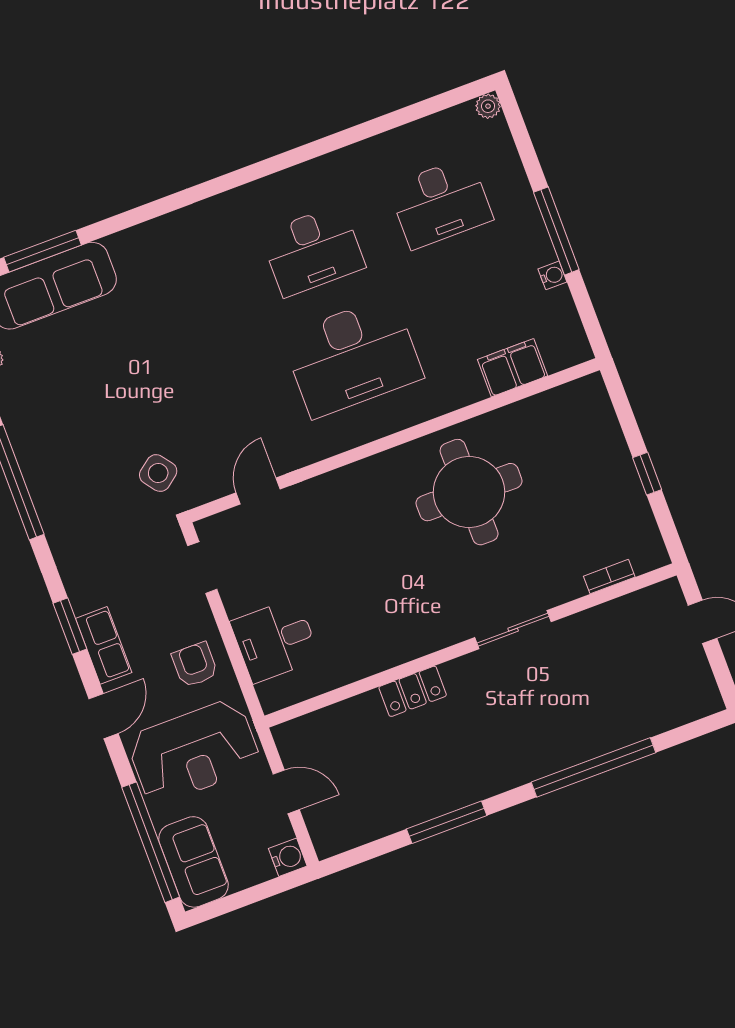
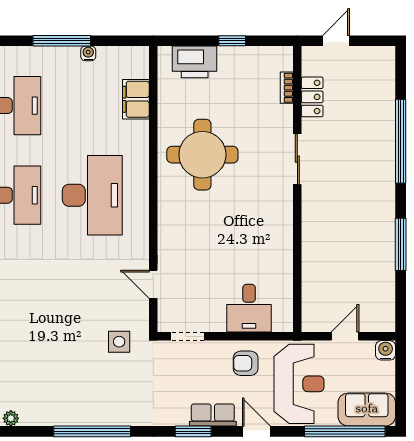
printer: (597, 432) -> (195, 62), added
side table: (158, 473) -> (119, 342), turned 37
locker: (413, 691) -> (312, 97), moved

